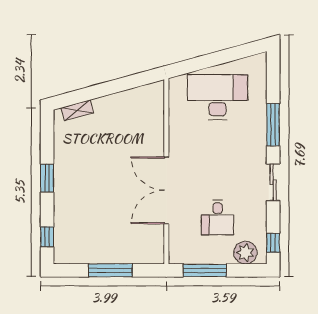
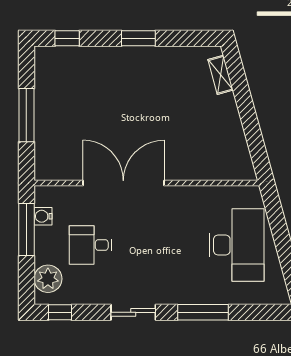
water cooler: (194, 257) -> (43, 216), added

